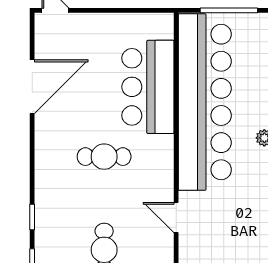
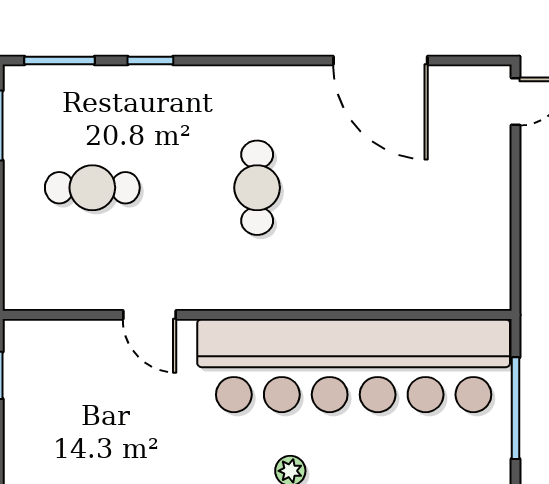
bar counter: (148, 87) -> (380, 265), removed
door: (176, 218) -> (149, 315), swing flipped

